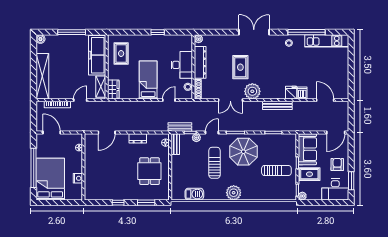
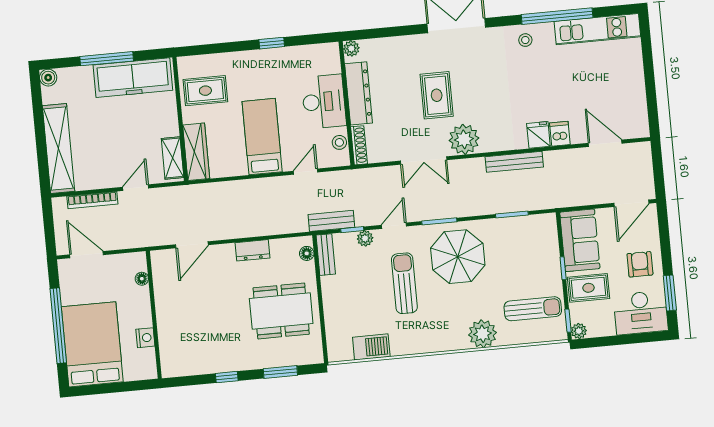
rug: (121, 53) -> (205, 91), turned 90
freezer: (97, 55) -> (133, 78), moved, turned -90
wardrobe: (113, 90) -> (196, 152), width x1.50
dining table: (149, 171) -> (281, 311), width x1.38
sun lounger: (276, 171) -> (533, 309), moved
plant: (234, 193) -> (482, 334), moved

